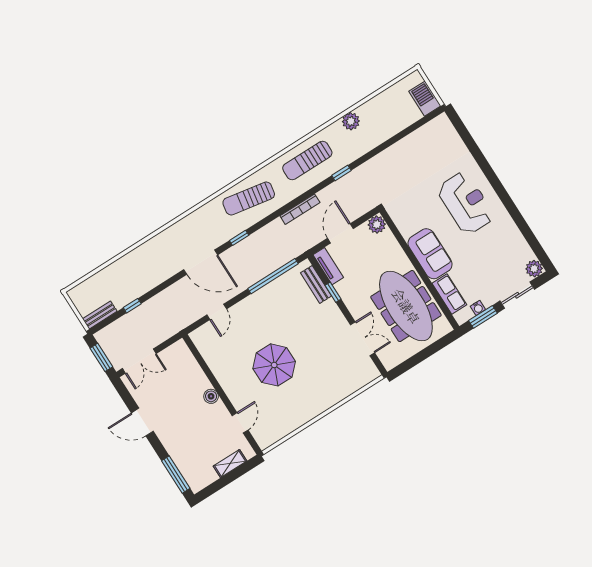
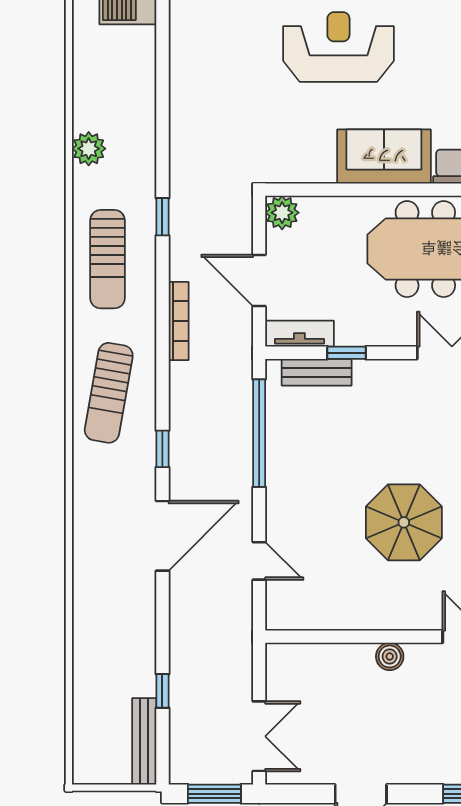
bench: (100, 315) -> (144, 741), width x1.36

